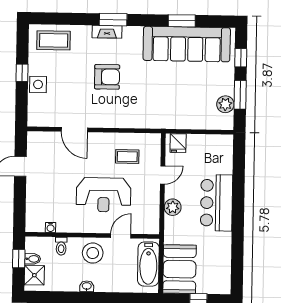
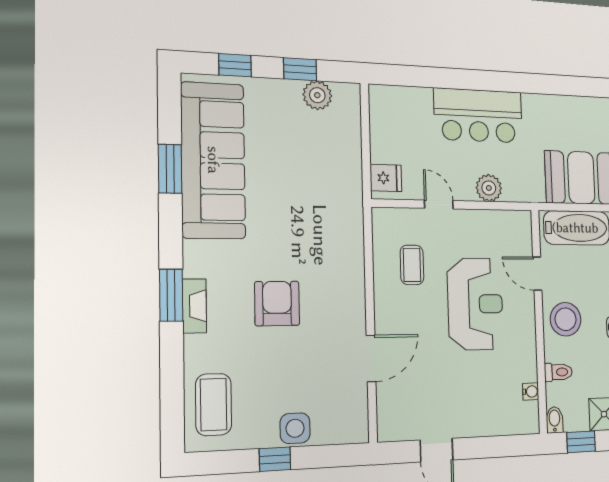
window: (240, 95) -> (300, 69), width x0.67
bidet: (33, 259) -> (555, 420), moved

